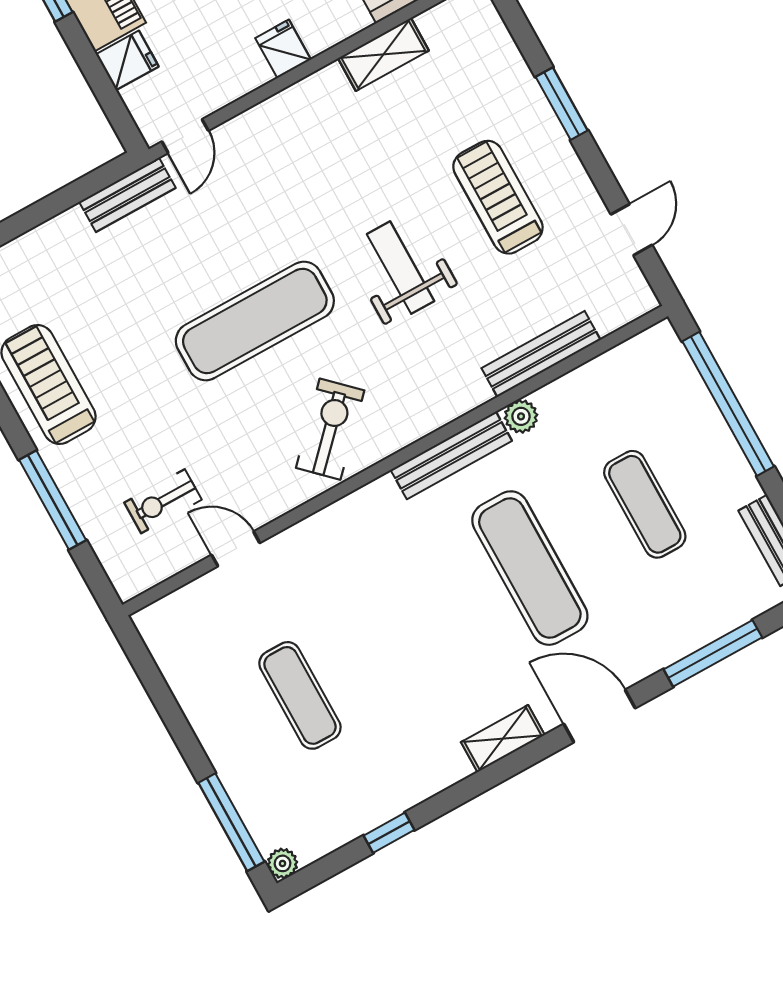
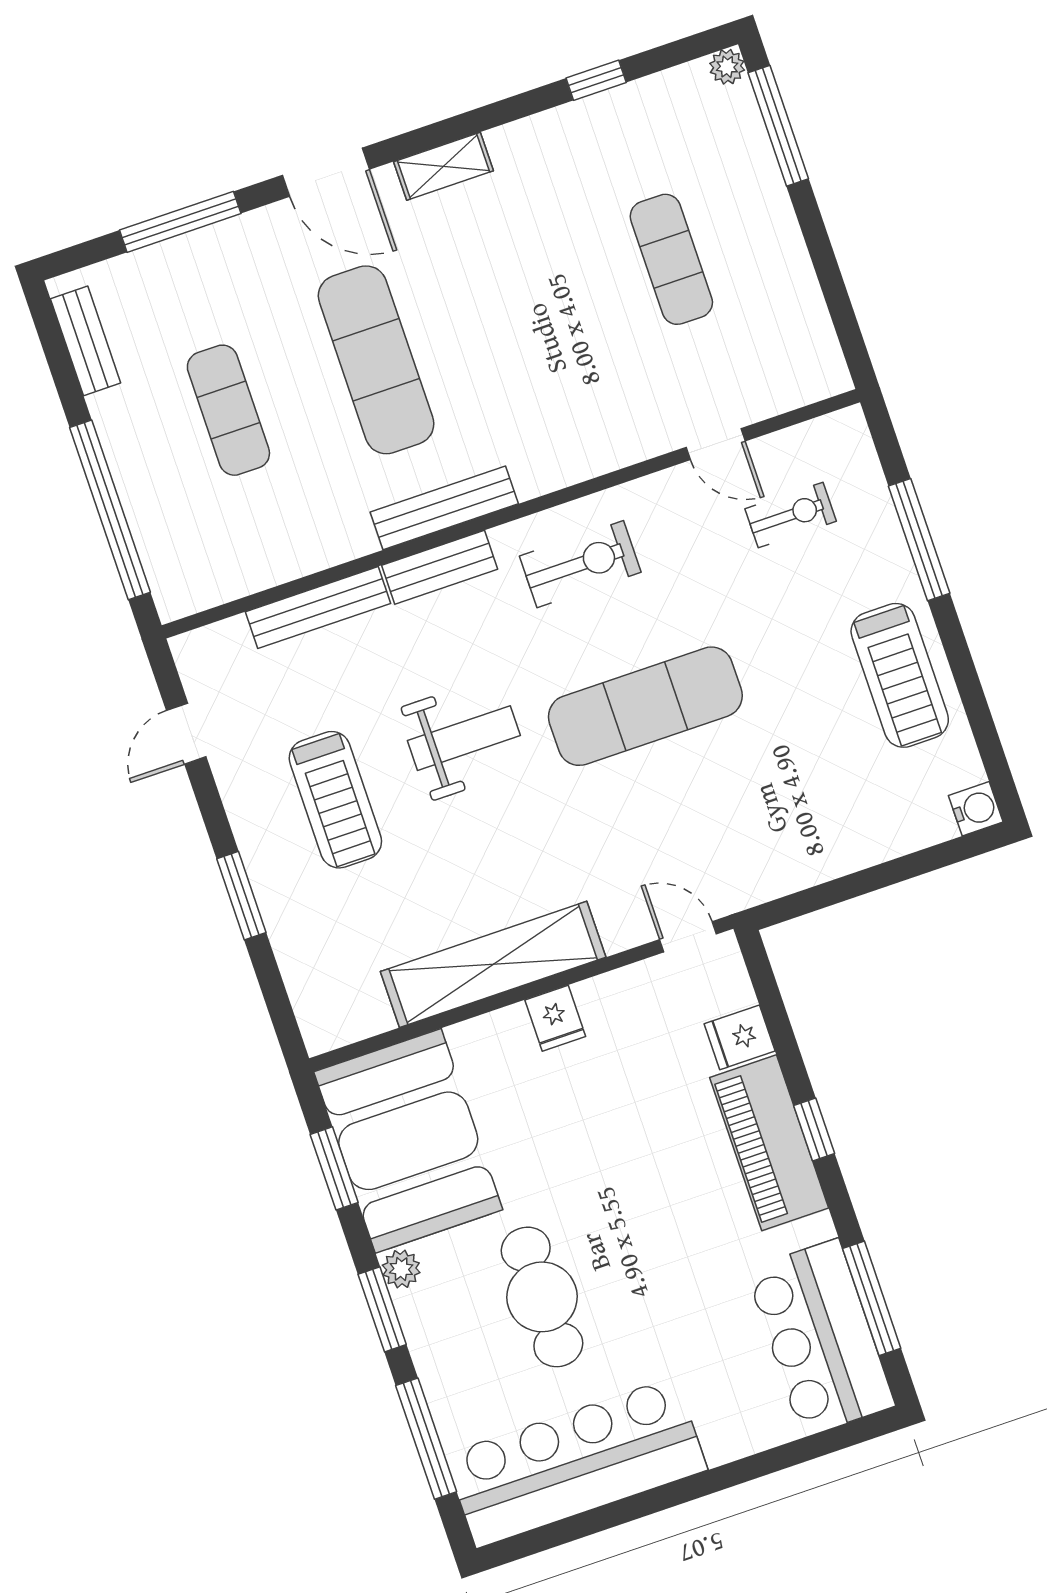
shelving: (383, 54) -> (493, 964), width x2.20, depth x1.33
door: (185, 136) -> (688, 937), hinge flipped
bench: (127, 195) -> (440, 567), moved
weight bench: (401, 268) -> (464, 738), turned -90
plant: (521, 416) -> (355, 539), removed
exercise bike: (330, 429) -> (580, 564), turned -134

